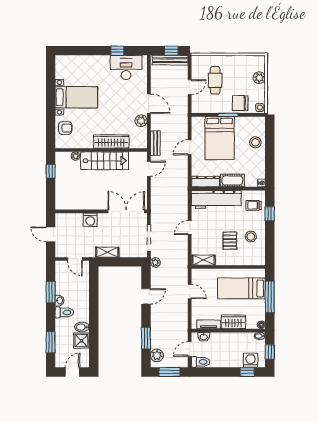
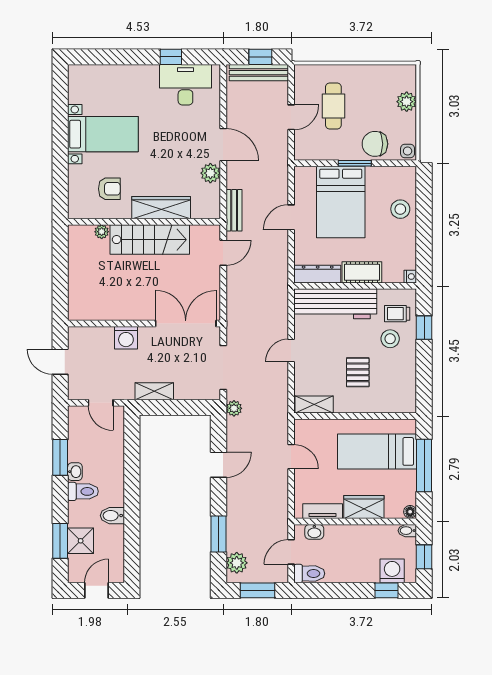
armchair: (65, 128) -> (109, 189), moved
window: (51, 171) -> (60, 257), removed
stool: (251, 237) -> (390, 339), moved
shower: (81, 341) -> (81, 541), moved

